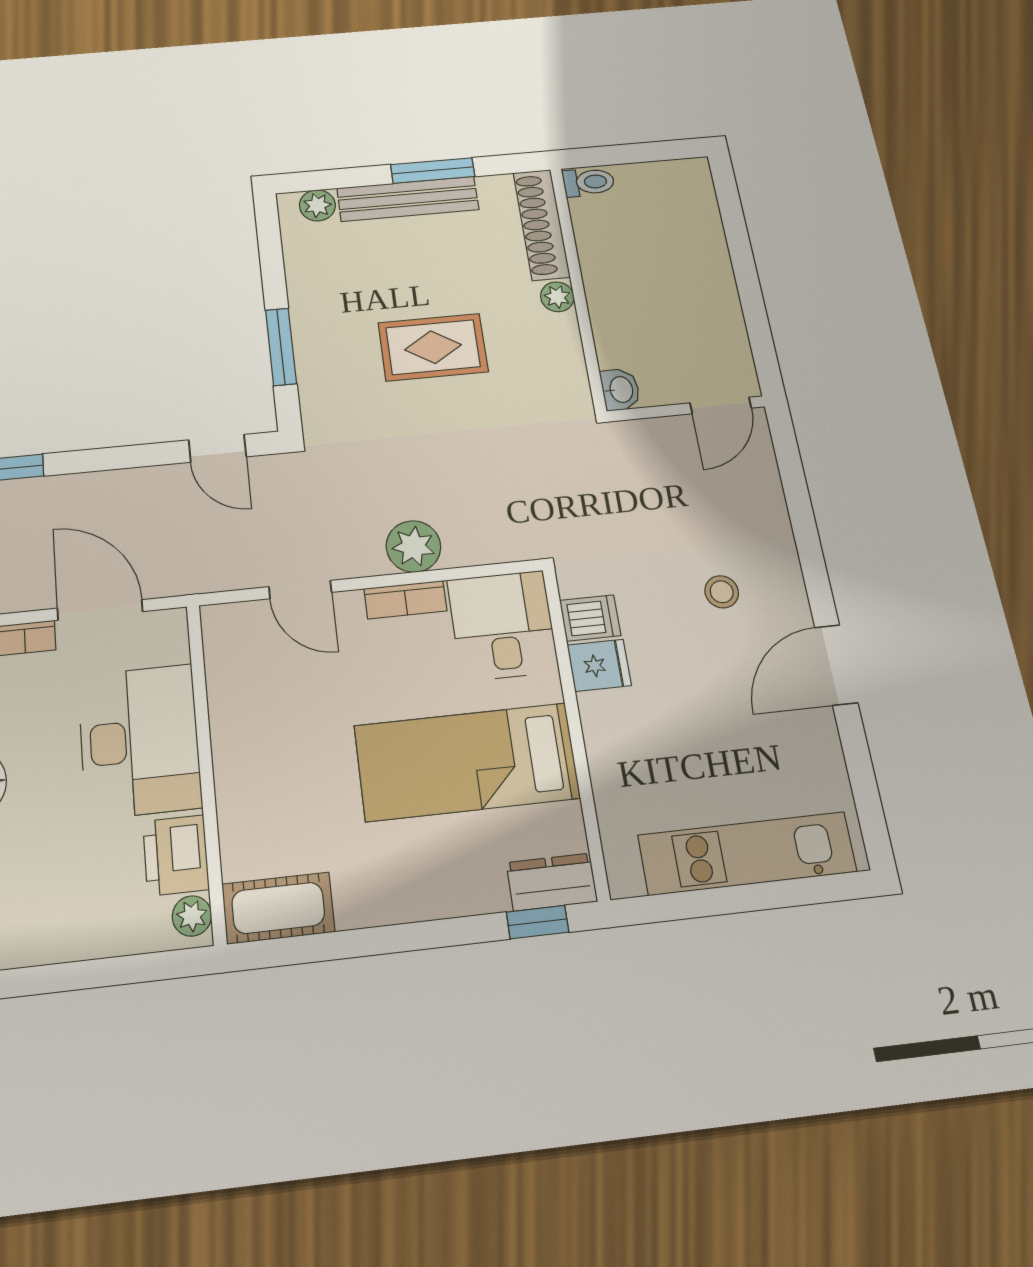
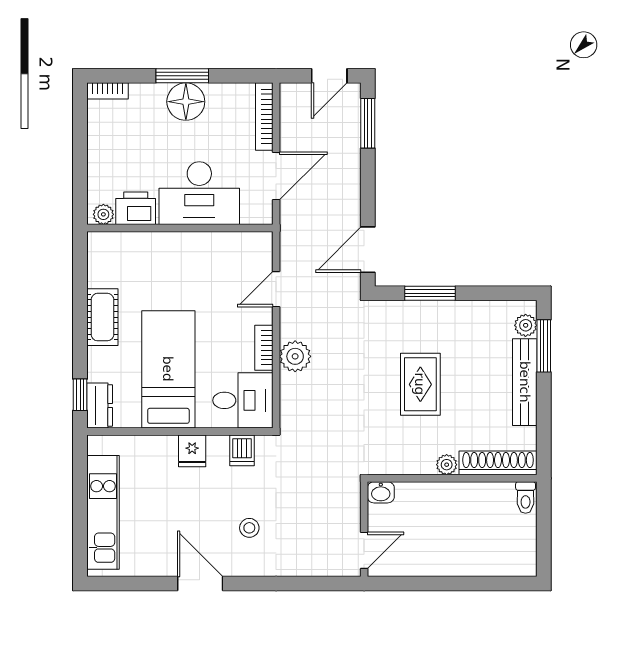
window: (433, 170) -> (544, 346), moved
door: (721, 406) -> (364, 550), swing flipped
door: (217, 448) -> (368, 250), width x1.38
fridge: (599, 665) -> (192, 451), moved
cot: (278, 908) -> (102, 317), moved

